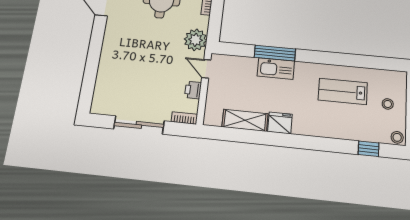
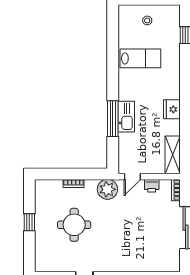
lab bench: (343, 91) -> (140, 58), turned -90
shelving: (245, 120) -> (173, 155), moved
stool: (397, 137) -> (174, 12), removed

